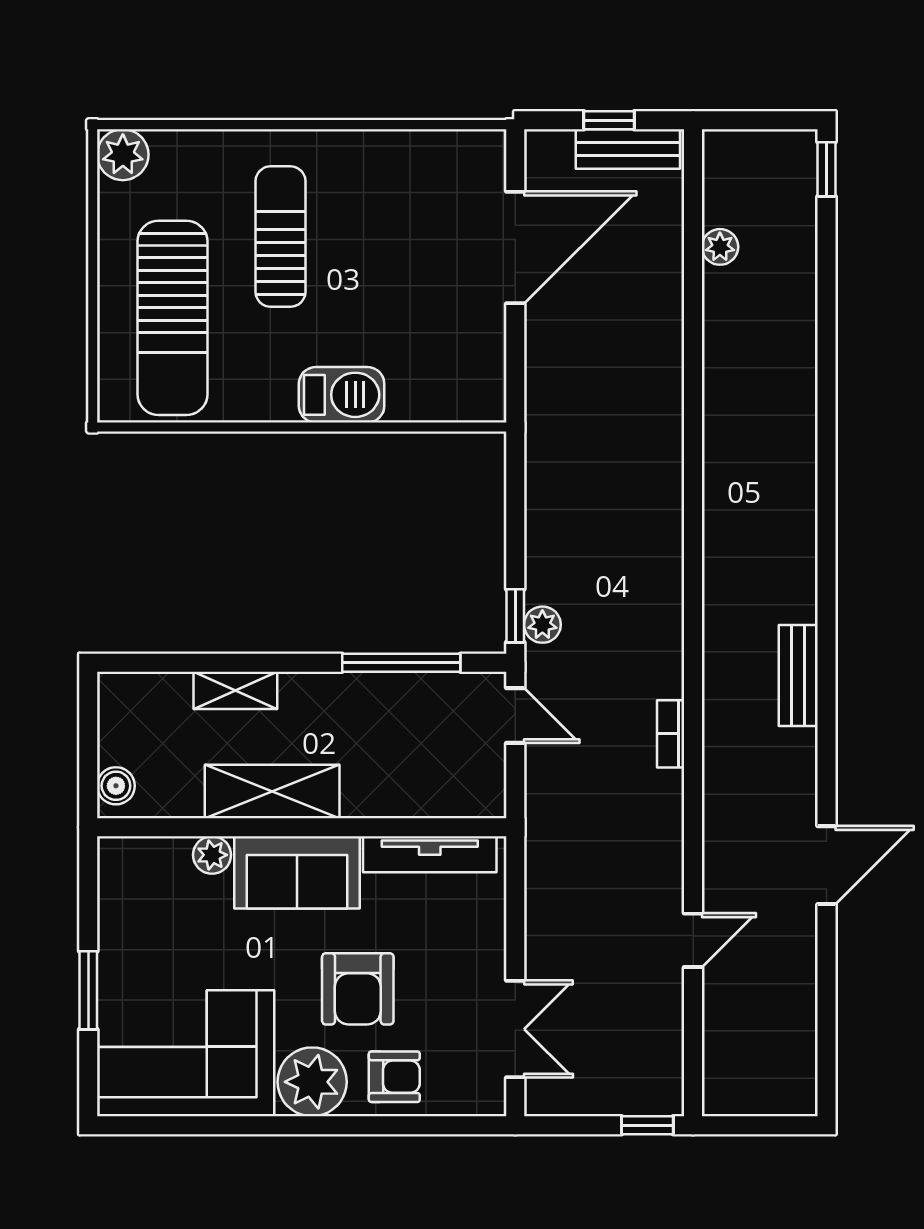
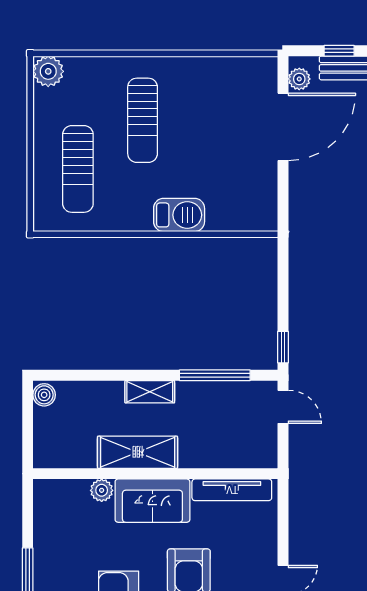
sun lounger: (280, 237) -> (143, 120), turned 180
sun lounger: (172, 318) -> (78, 169), width x0.73, depth x0.75
plant: (542, 625) -> (299, 79), moved
shelving: (235, 690) -> (150, 392), moved
boiler: (116, 786) -> (44, 395), moved

